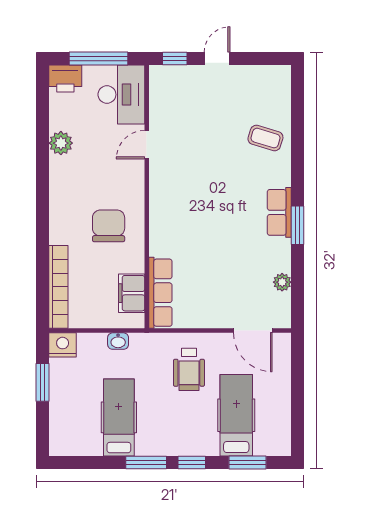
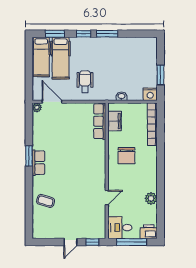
desk: (121, 95) -> (120, 228), width x0.73
plant: (282, 282) -> (37, 107), moved
hospital bed: (119, 417) -> (41, 57), moved

